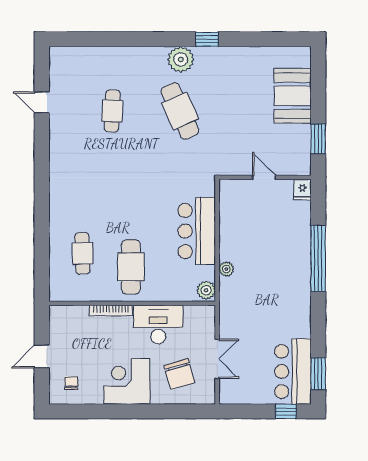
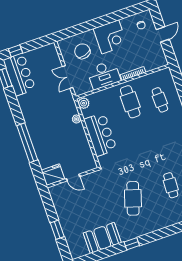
plant: (181, 59) -> (142, 227), removed
booth: (293, 96) -> (102, 238), moved, turned 90
cafe table: (180, 111) -> (133, 198), turned 42
window: (318, 139) -> (57, 230), moved
fridge: (302, 190) -> (53, 175), width x1.88, depth x1.34
double door: (217, 359) -> (68, 77), moved

